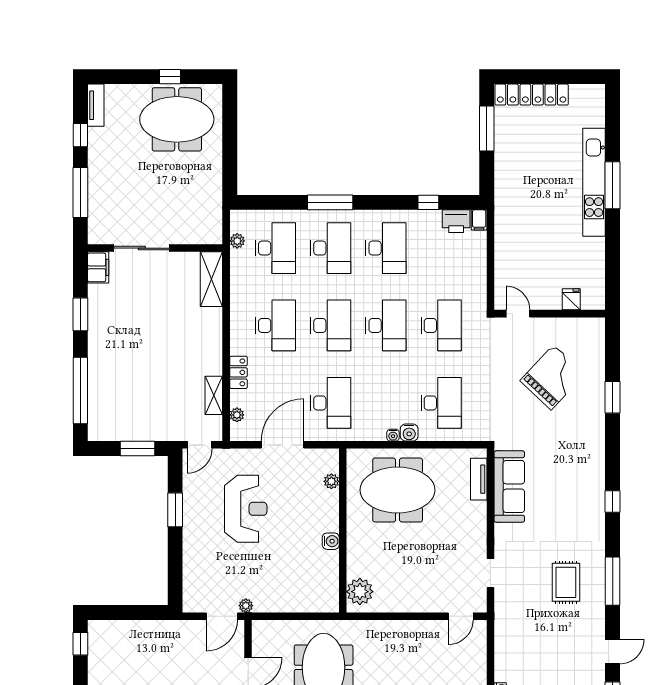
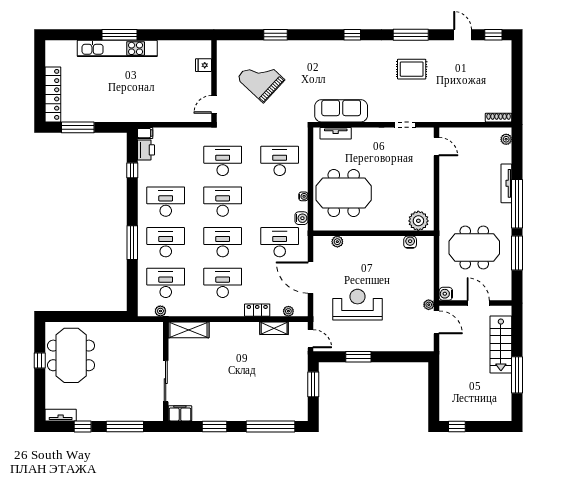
water cooler: (409, 432) -> (301, 218), moved
meeting table: (398, 490) -> (344, 193), turned 90
water cooler: (331, 541) -> (410, 242), moved
water cooler: (261, 629) -> (446, 294), added

